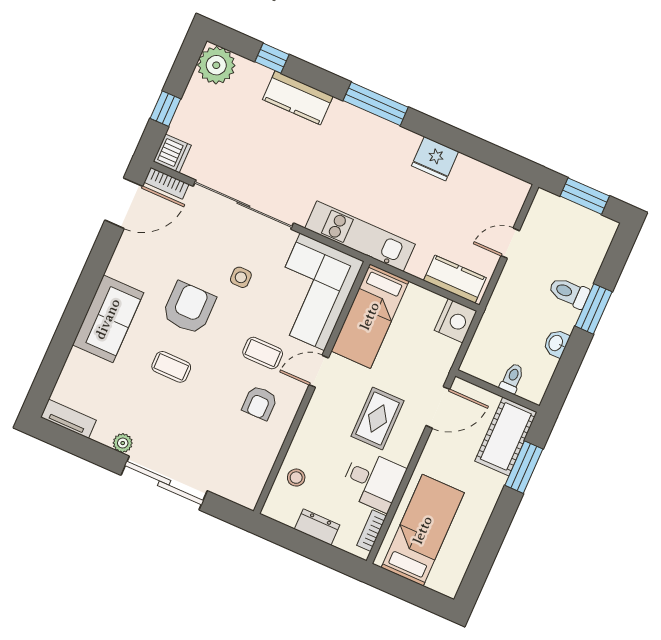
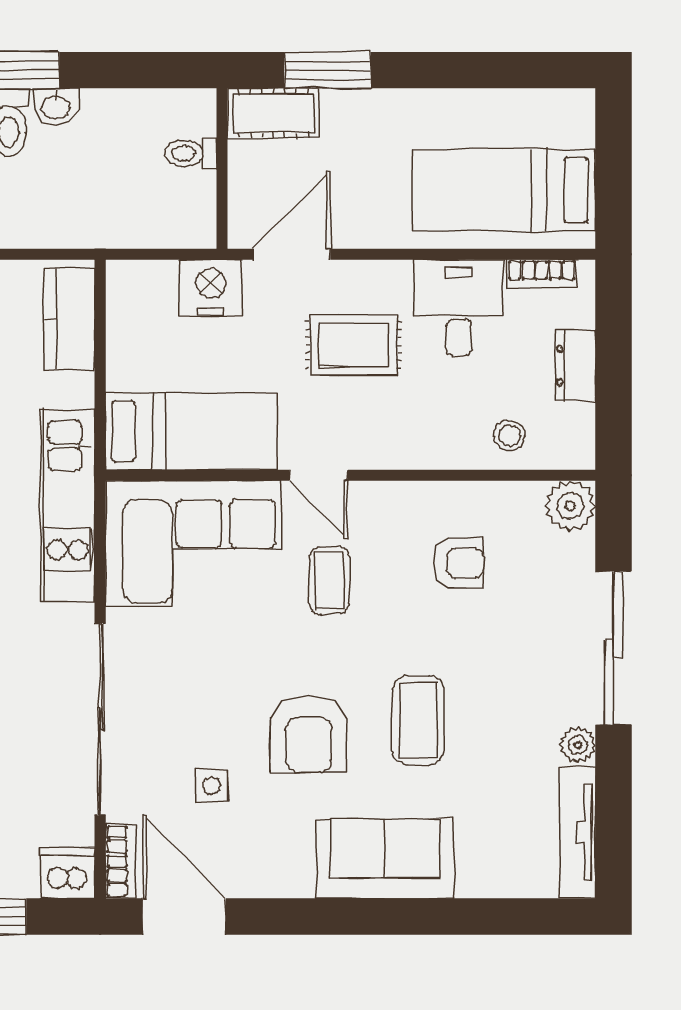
side table: (241, 277) -> (212, 786), moved
armchair: (189, 308) -> (309, 734), turned -90
nightstand: (456, 321) -> (211, 288), moved
washbasin: (556, 343) -> (56, 106), moved
coffee table: (171, 367) -> (418, 720), width x1.36, depth x1.30
armchair: (260, 403) -> (458, 563), moved
door: (438, 407) -> (292, 254), hinge flipped
tv unit: (68, 419) -> (578, 832), width x1.41
cot: (506, 436) -> (273, 113), width x0.73, depth x0.75
plant: (246, 493) -> (570, 506), added

